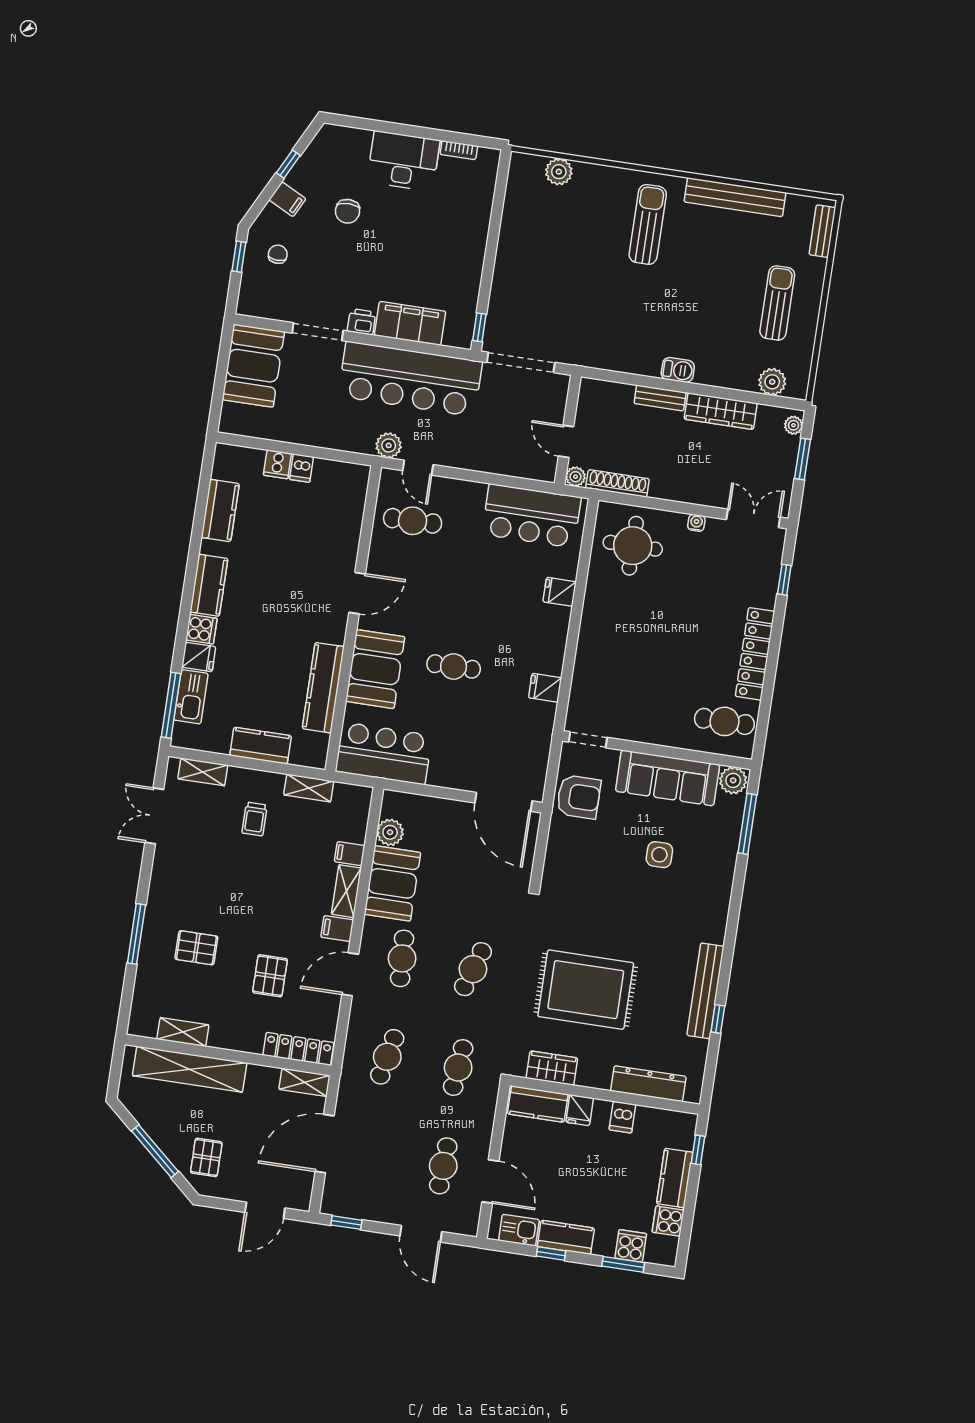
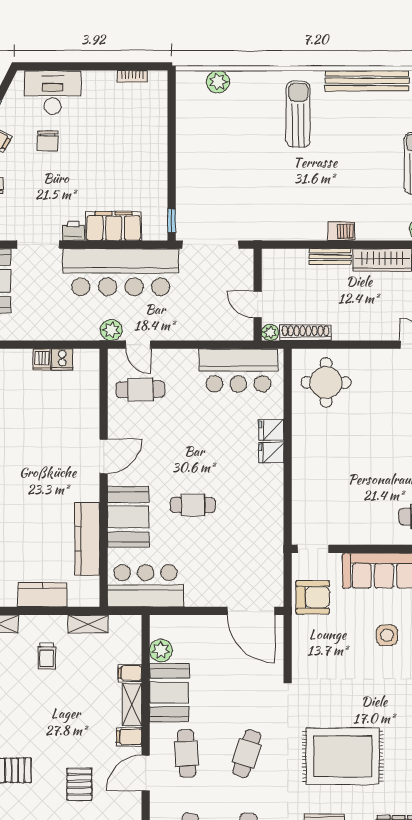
desk: (403, 161) -> (53, 92), moved
cooker: (277, 464) -> (62, 360), moved
water cooler: (696, 523) -> (376, 356), removed
fridge: (545, 688) -> (271, 452), moved

